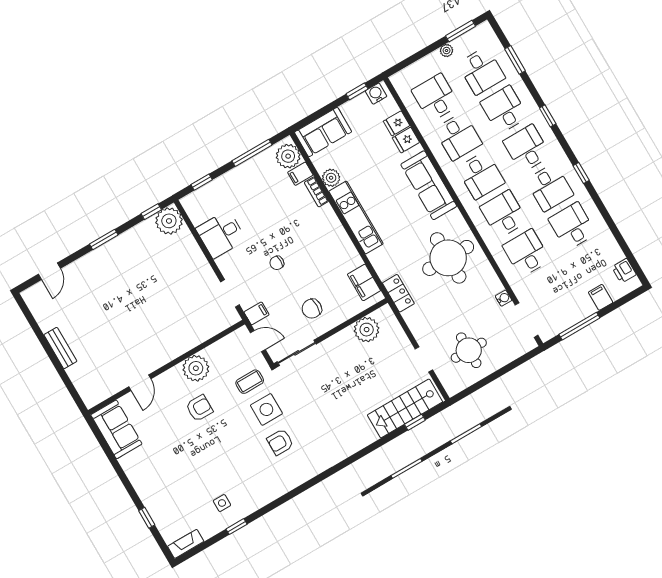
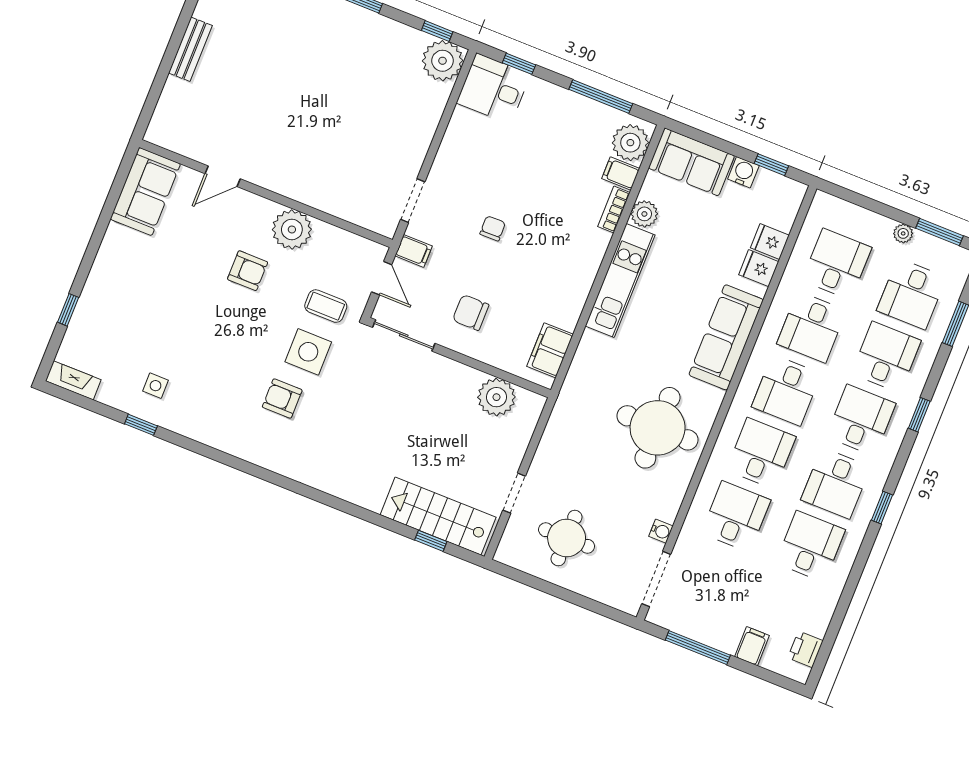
water cooler: (376, 94) -> (743, 172), moved
desk: (221, 234) -> (493, 89), moved
chair: (277, 263) -> (493, 228), turned 89
locker: (398, 293) -> (569, 401), removed

